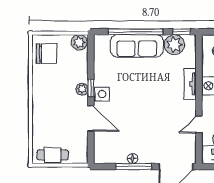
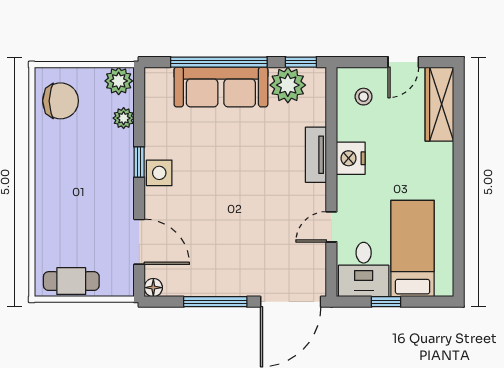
plant: (82, 89) -> (124, 118), moved
door: (91, 119) -> (139, 242), moved
floor lamp: (133, 159) -> (153, 288), moved

